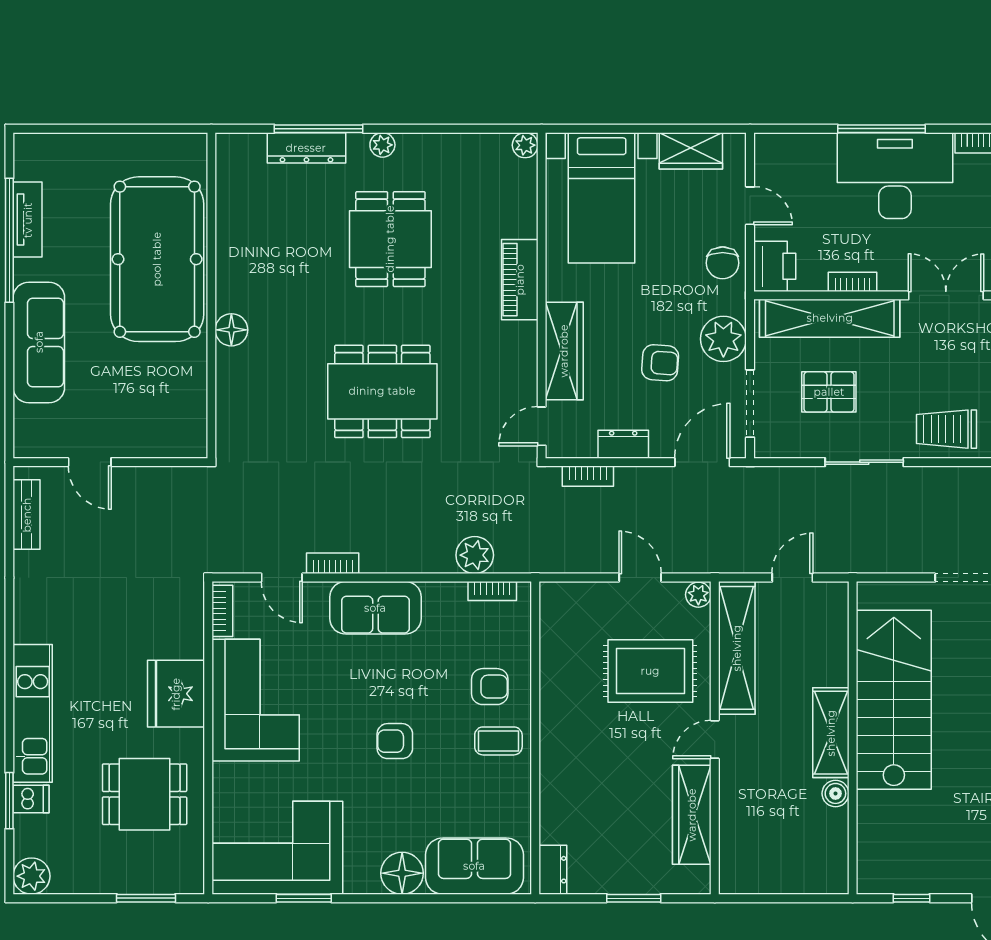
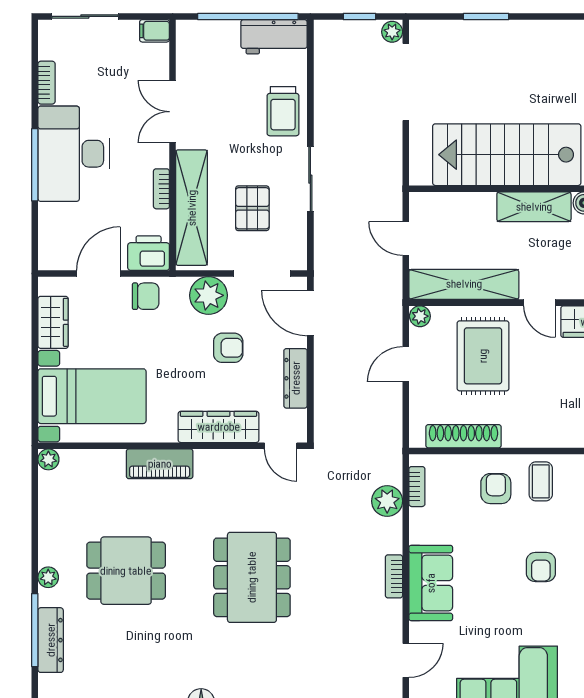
door: (750, 206) -> (98, 273), width x1.37
armchair: (660, 363) -> (228, 348), turned 86
dresser: (623, 444) -> (296, 378), width x1.44
bookcase: (588, 476) -> (322, 408), removed
bookcase: (333, 563) -> (394, 576), moved
shoe rack: (553, 647) -> (463, 436), added

